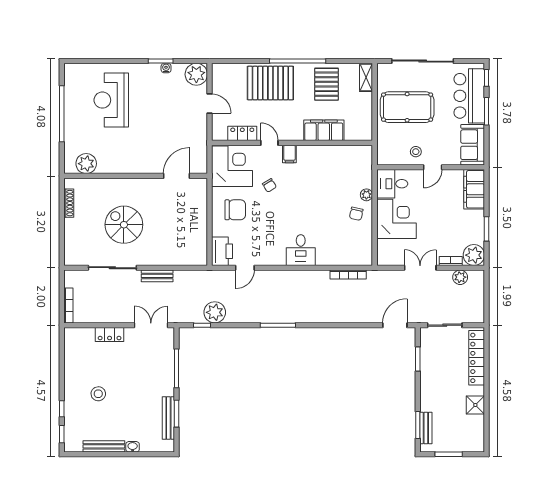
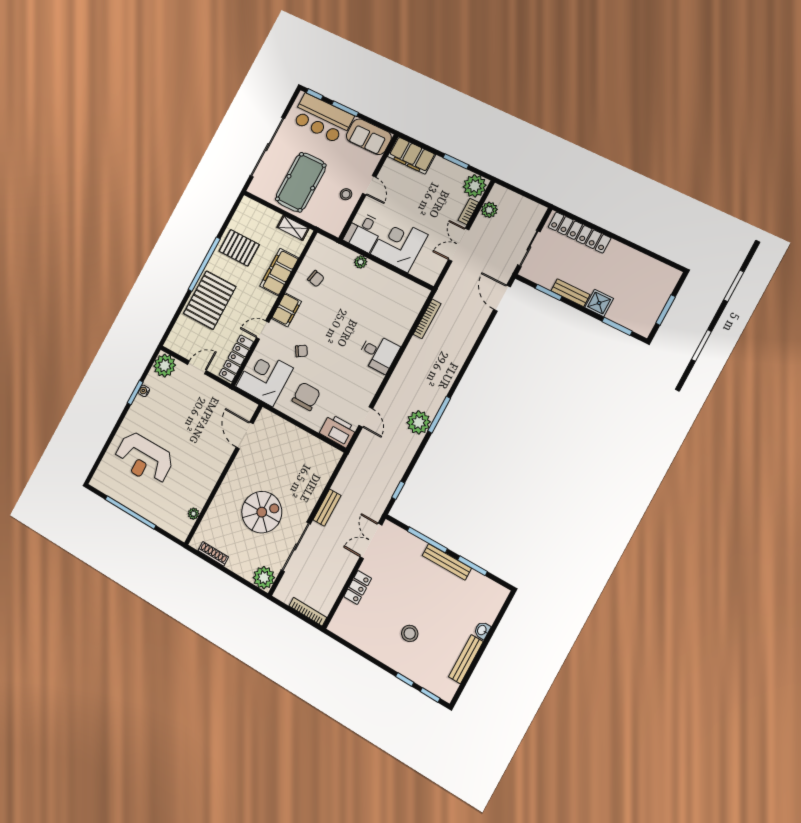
shelving: (366, 77) -> (293, 228), moved
locker: (242, 133) -> (236, 358), width x1.53
filing cabinet: (289, 154) -> (286, 310), width x2.00
plant: (86, 164) -> (193, 514), width x0.53, depth x0.53
chair: (356, 214) -> (316, 279), moved
spiral stairs: (124, 225) -> (262, 512), turned 180
plant: (74, 255) -> (264, 578), added
plant: (215, 312) -> (419, 422), moved
shower: (475, 405) -> (599, 303), moved
bench: (168, 418) -> (447, 562), moved
bench: (426, 428) -> (570, 293), moved

